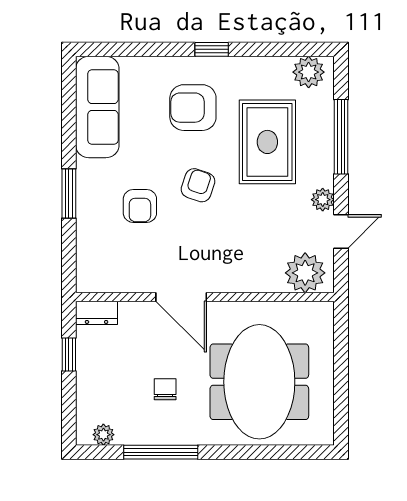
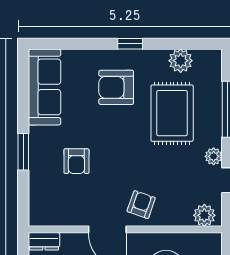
plant: (309, 72) -> (181, 61), moved
armchair: (198, 185) -> (141, 205), moved
plant: (305, 273) -> (204, 215), width x0.73, depth x0.73

